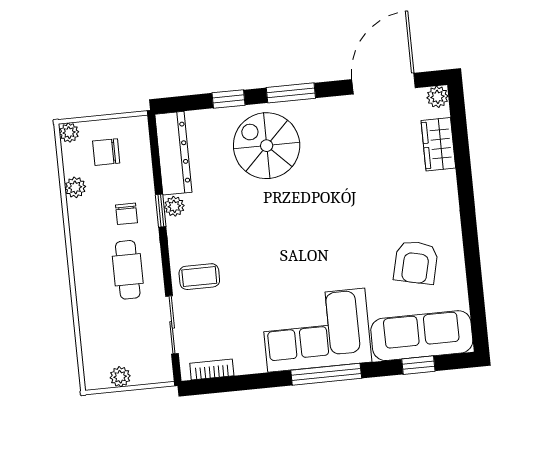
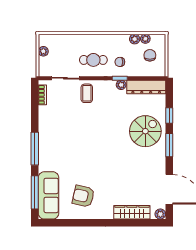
plant: (69, 133) -> (145, 39), moved
wardrobe: (438, 144) -> (132, 212), width x1.50
corner sofa: (316, 330) -> (56, 146), removed
window: (418, 365) -> (35, 192), width x2.17

